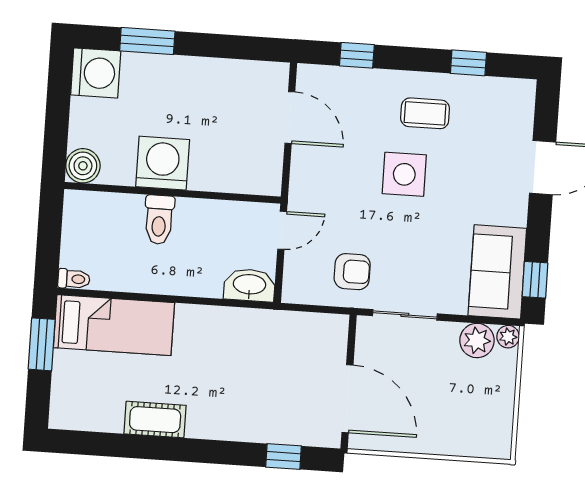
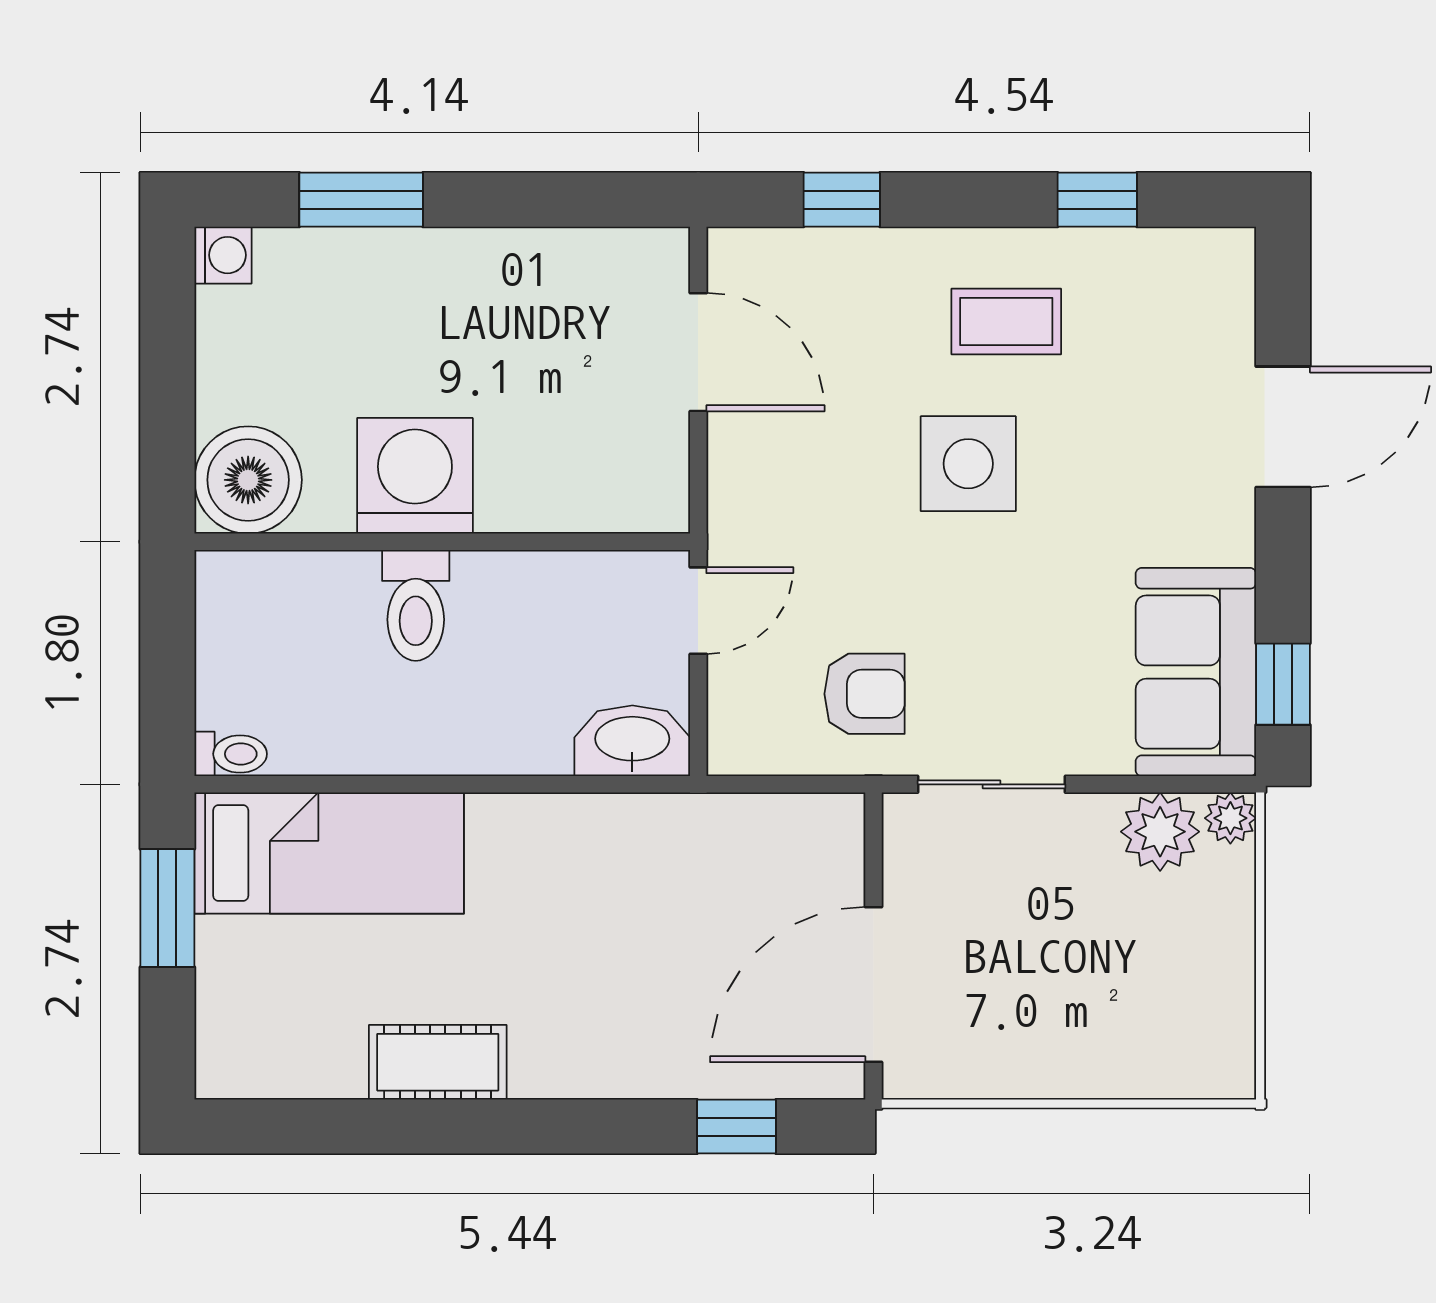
washing machine: (96, 73) -> (223, 255), width x0.53, depth x0.53
boiler: (83, 166) -> (248, 480), width x1.37, depth x1.37
door: (347, 399) -> (873, 985), swing flipped

